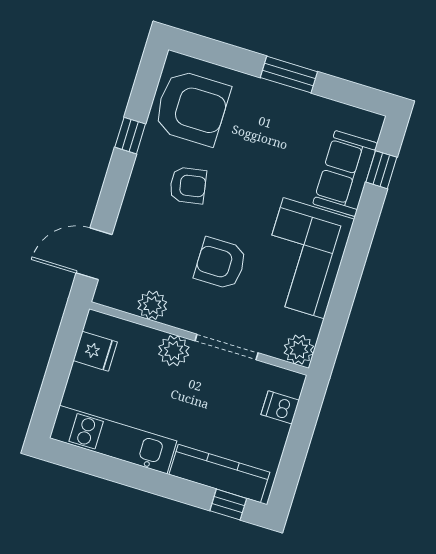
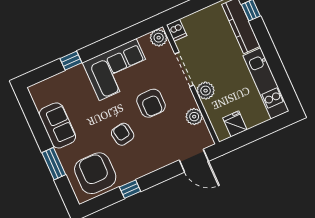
window: (289, 75) -> (54, 164), moved
window: (381, 170) -> (71, 61), moved
sofa: (345, 173) -> (57, 125), moved, turned -90
armchair: (188, 185) -> (123, 134), moved
dishwasher: (280, 407) -> (177, 30), moved

